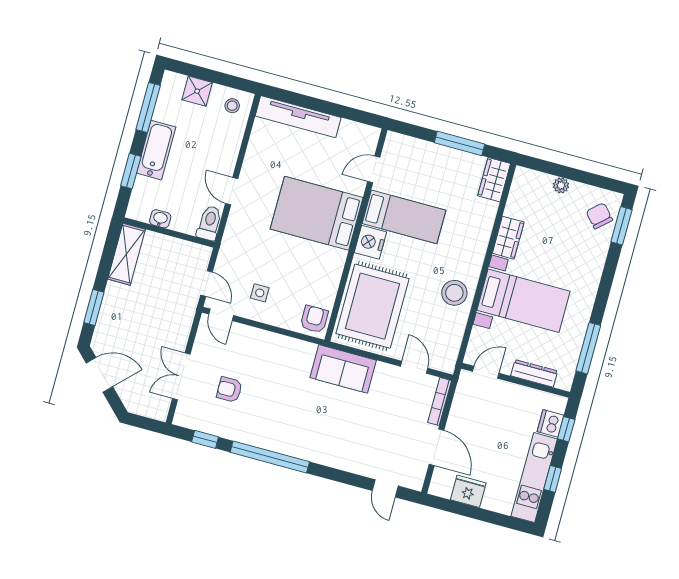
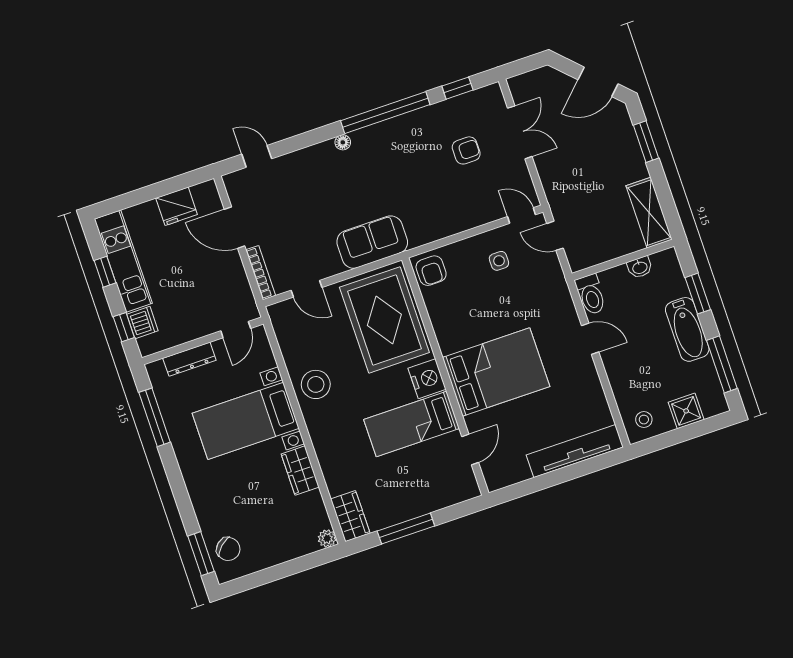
plant: (561, 185) -> (327, 538), moved
floor lamp: (315, 456) -> (343, 142), added

